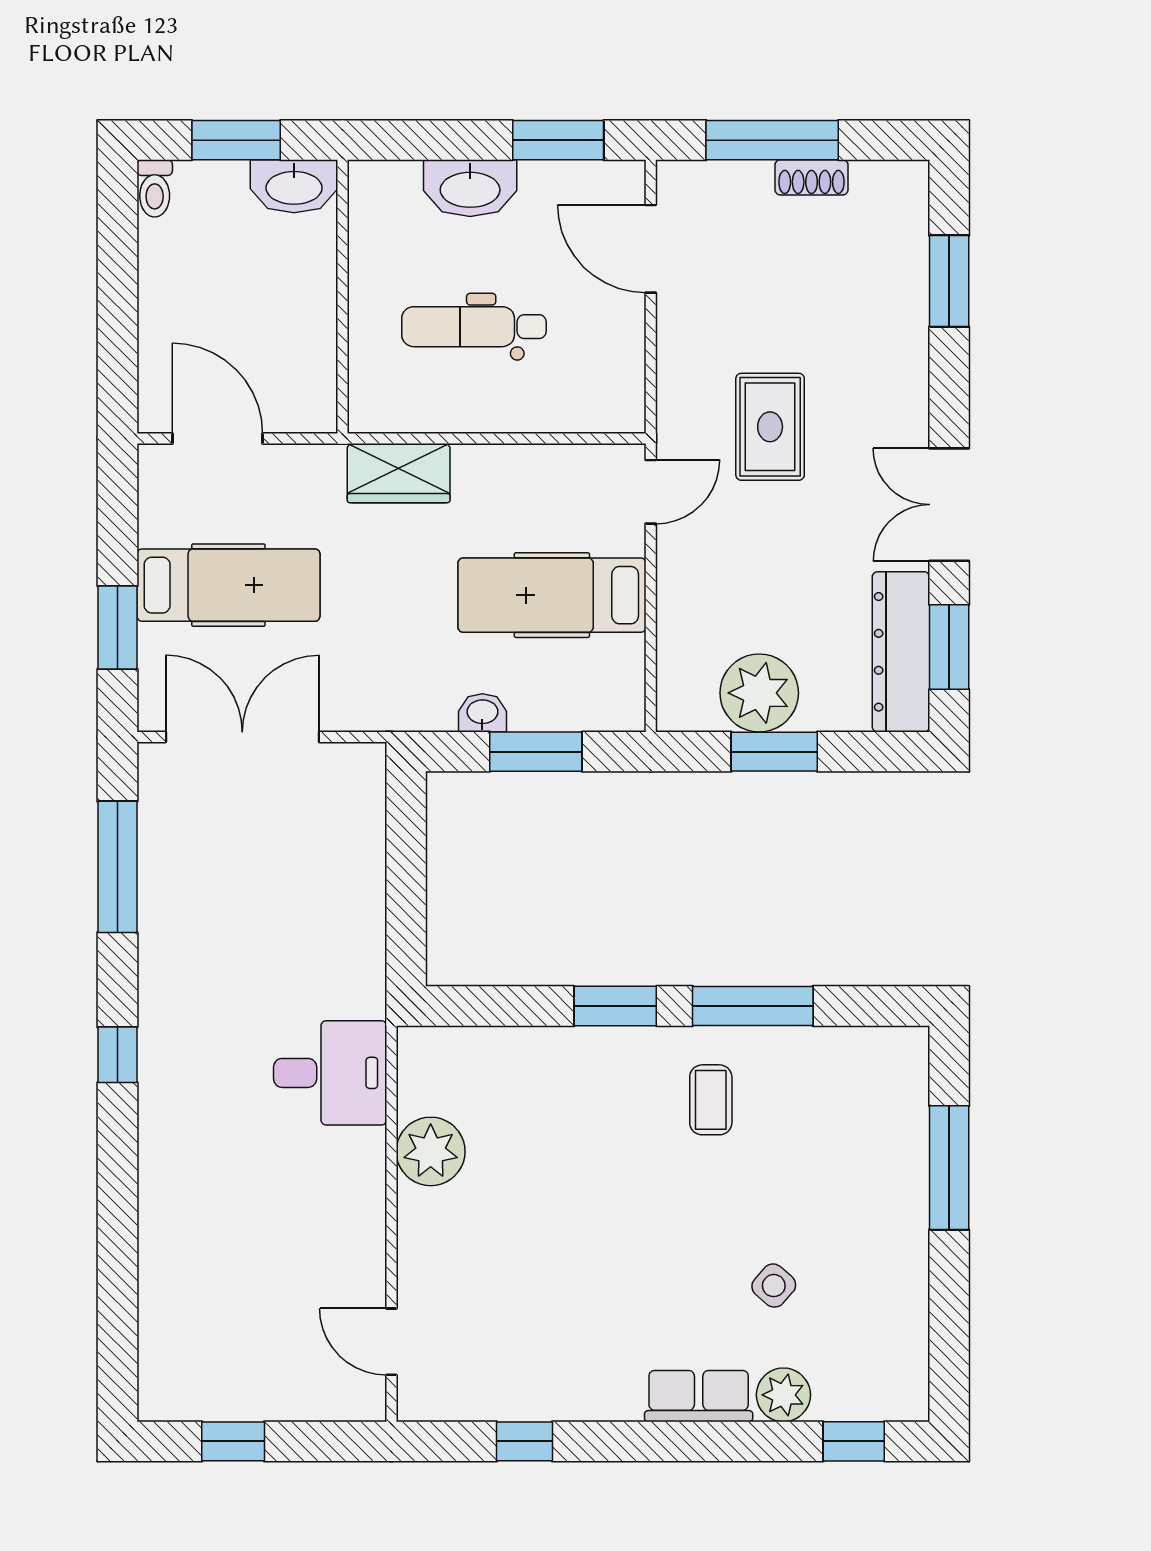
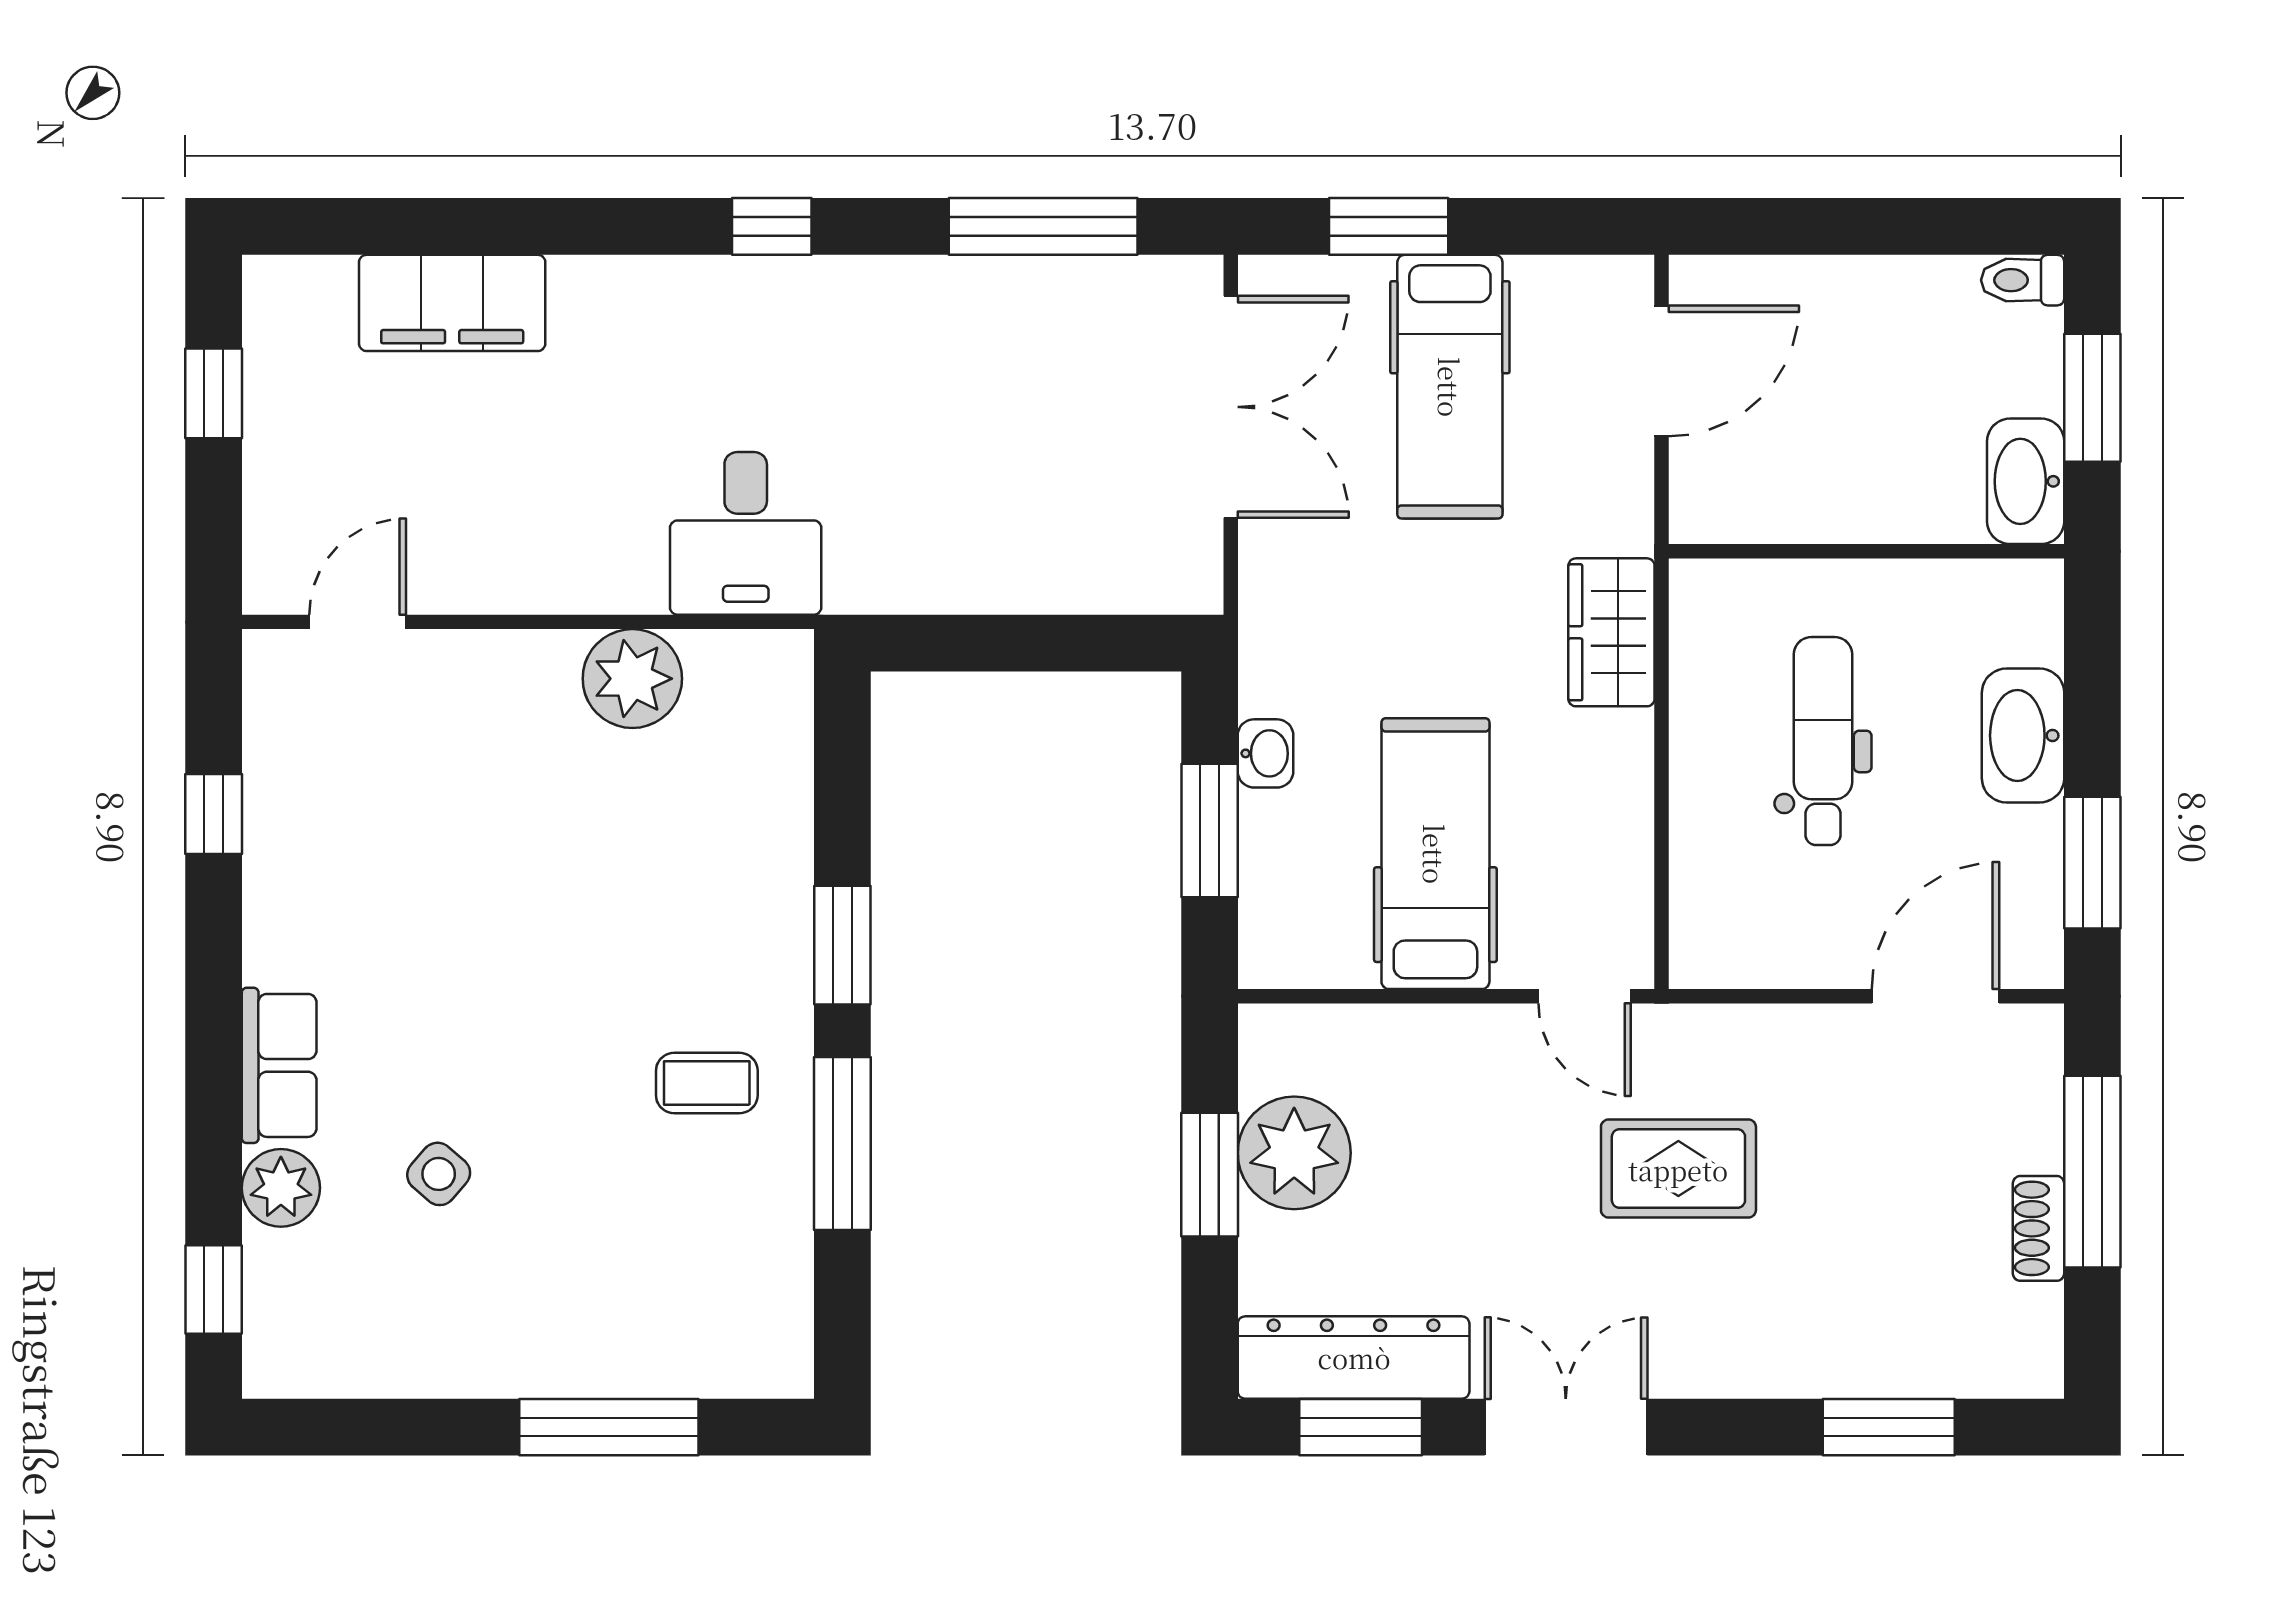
filing cabinet: (170, 1276) -> (452, 303), added

